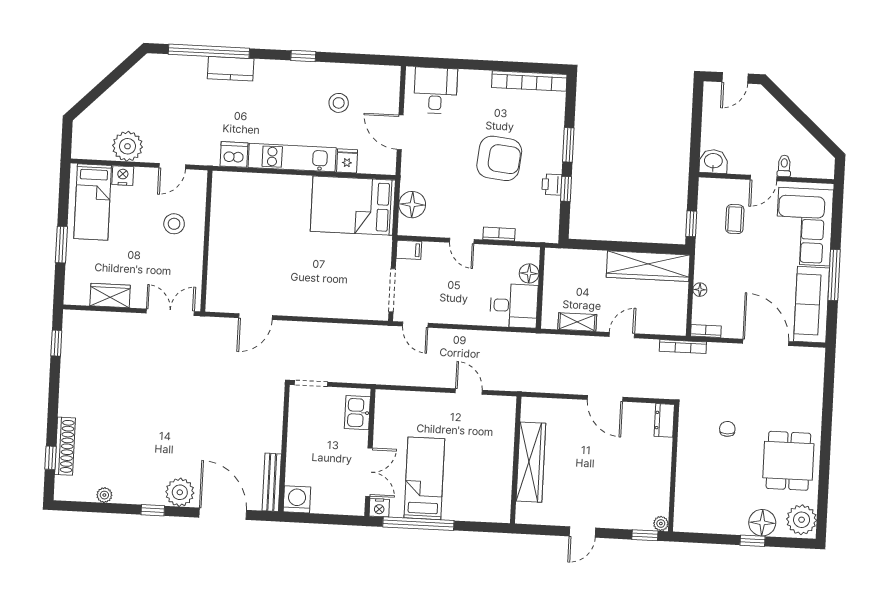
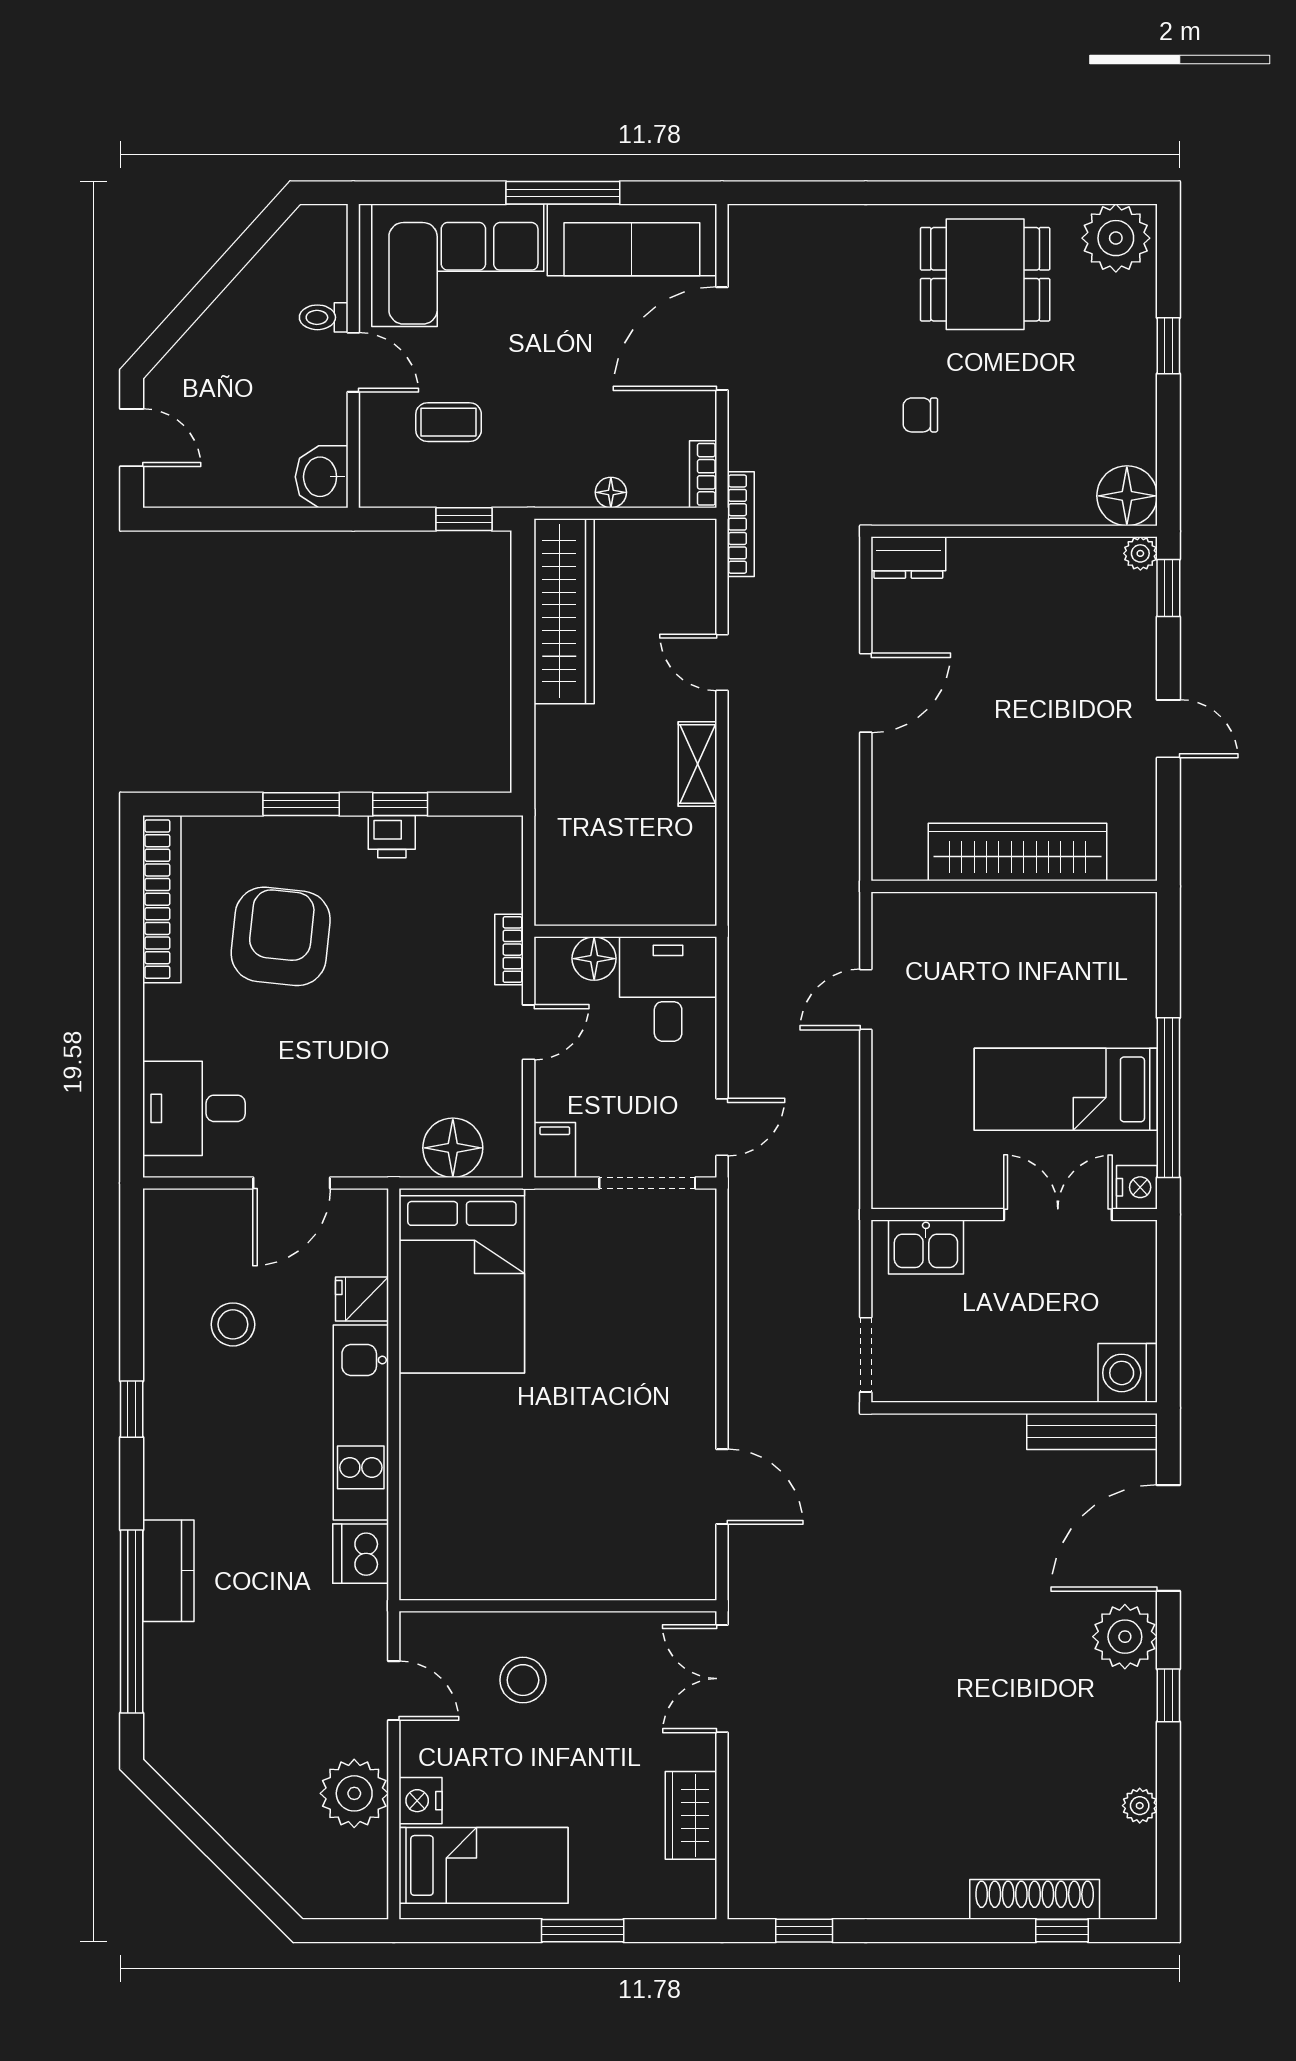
armchair: (499, 158) -> (281, 936), moved
floor lamp: (529, 273) -> (594, 959), moved
wall: (540, 288) -> (625, 931), moved
desk: (514, 306) -> (668, 989), moved
floor lamp: (762, 523) -> (1127, 496), moved

